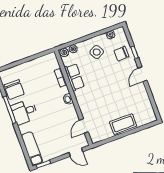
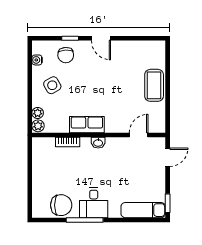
row of seats: (74, 77) -> (87, 125), moved
door: (84, 126) -> (139, 135), swing flipped

